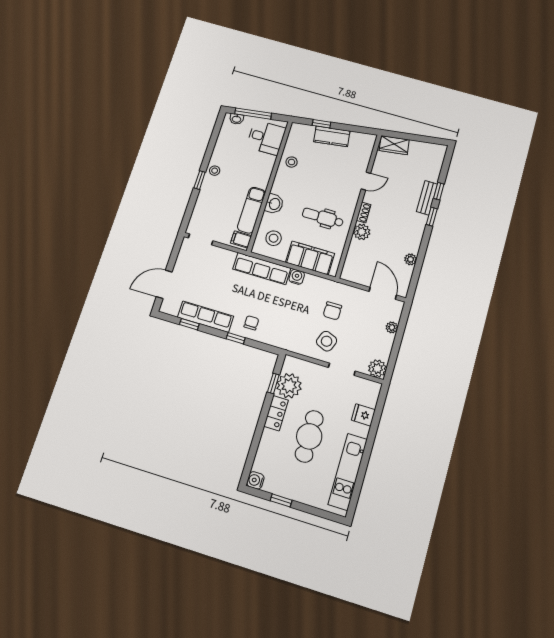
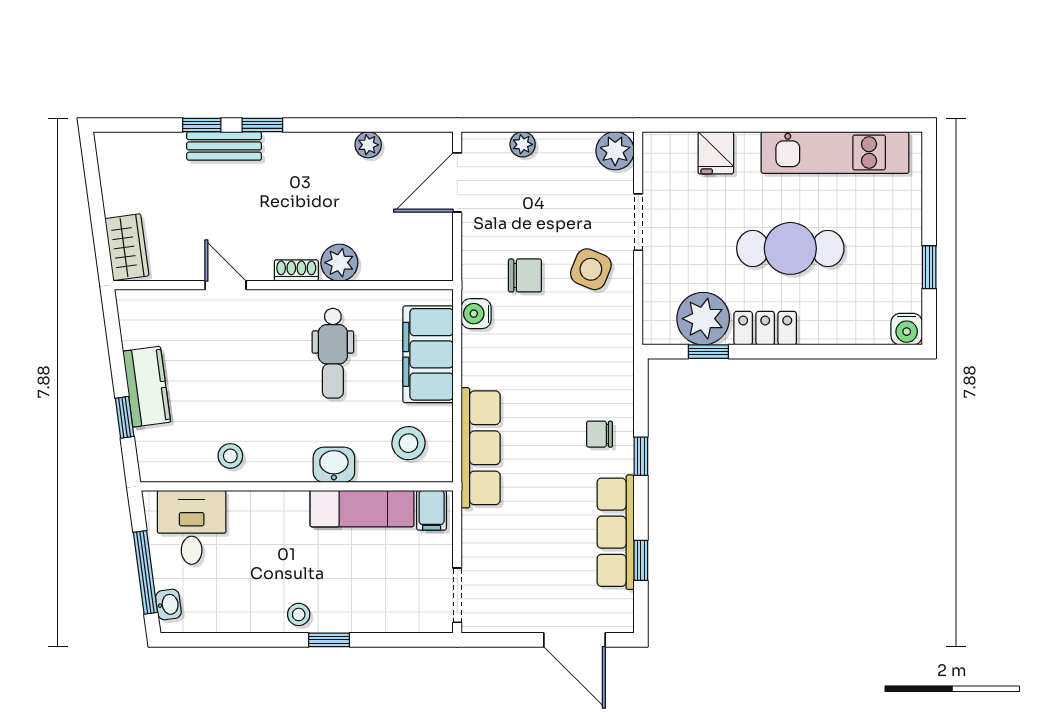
water cooler: (297, 277) -> (476, 314), moved

